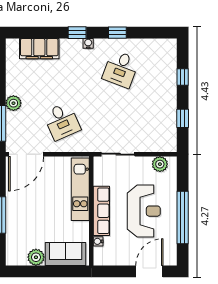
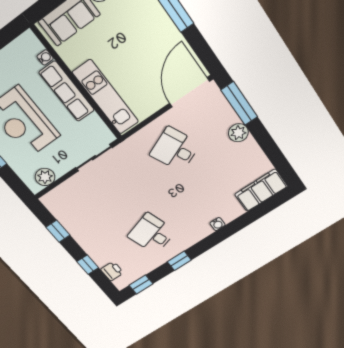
window: (77, 33) -> (141, 285), moved
water cooler: (88, 43) -> (217, 224), moved
filing cabinet: (39, 49) -> (261, 190), moved
printer: (170, 59) -> (112, 271), added
desk: (121, 69) -> (152, 234), turned -39

